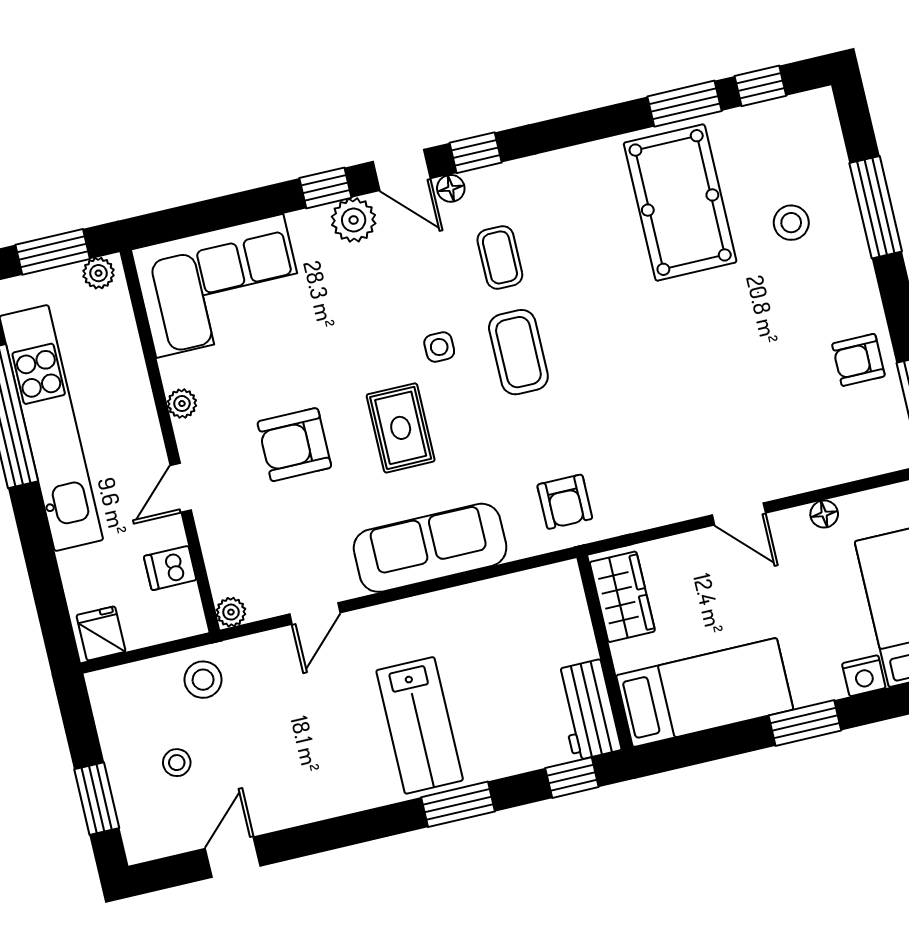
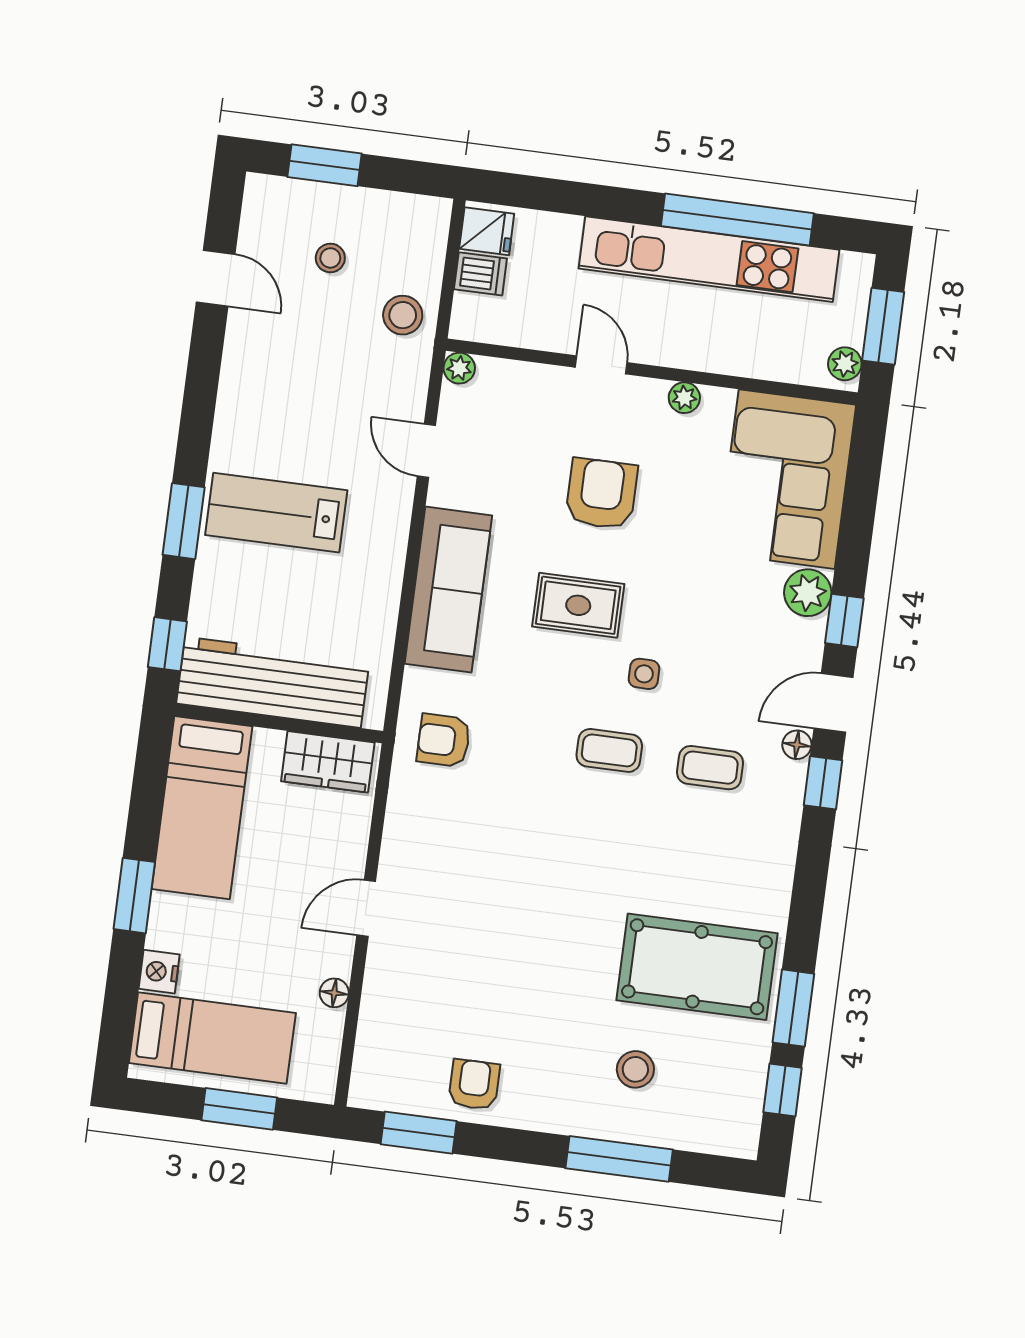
plant: (354, 220) -> (808, 593), moved
coffee table: (518, 352) -> (609, 750), width x0.73, depth x0.77
dishwasher: (170, 568) -> (480, 274), moved, turned 90
workbench: (587, 710) -> (273, 682), width x1.88, depth x1.32

